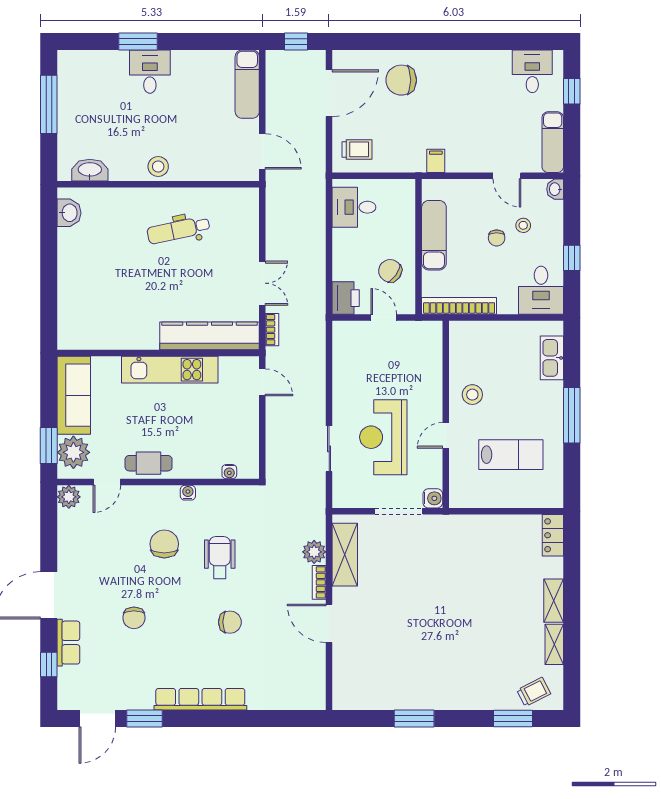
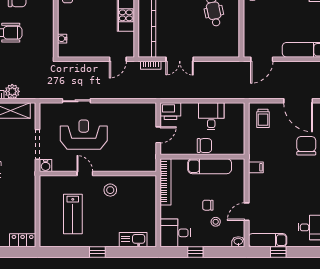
window: (572, 91) -> (278, 252), moved
desk: (354, 207) -> (211, 116), moved
chair: (390, 271) -> (204, 146), moved, turned 55
window: (572, 415) -> (97, 252), width x0.46
water cooler: (188, 493) -> (49, 13), removed

